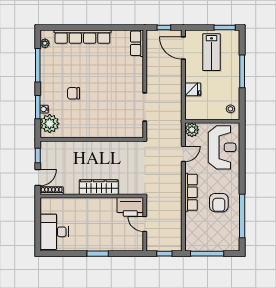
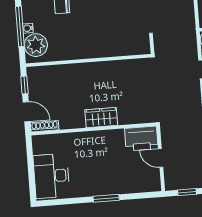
window: (38, 107) -> (20, 26), width x1.44
door: (38, 178) -> (27, 112), hinge flipped
wardrobe: (99, 187) -> (101, 118), width x0.67

